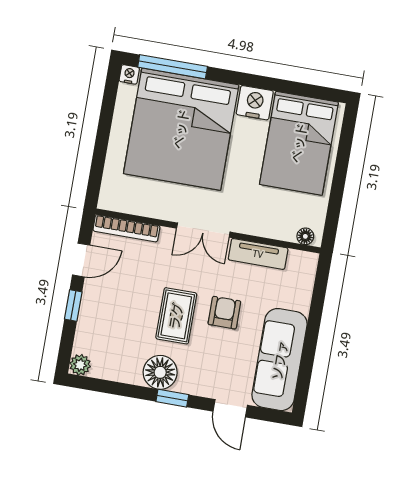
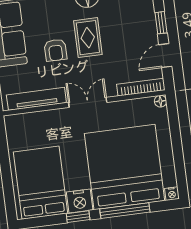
window: (173, 67) -> (125, 211), moved
window: (263, 83) -> (78, 217), added
floor lamp: (305, 236) -> (160, 101), moved
tv unit: (258, 254) -> (36, 99), width x1.41

